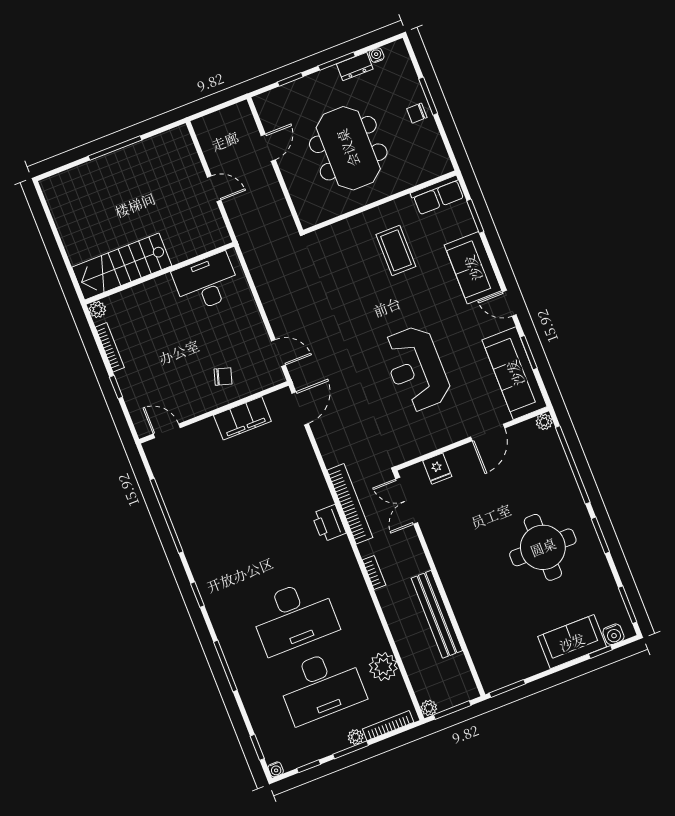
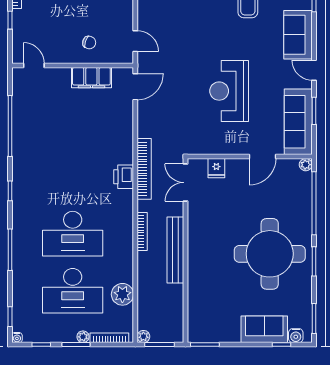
round table: (543, 547) -> (270, 254), width x1.36, depth x1.36
bookcase: (374, 573) -> (142, 231), width x1.56
bench: (437, 614) -> (175, 250), moved

